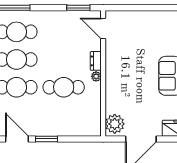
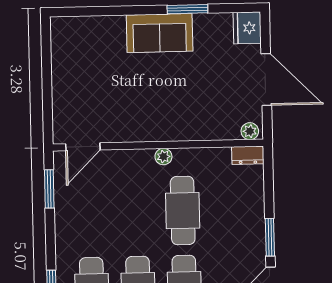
dresser: (96, 61) -> (248, 155), moved
plant: (115, 124) -> (250, 131), width x0.53, depth x0.53

